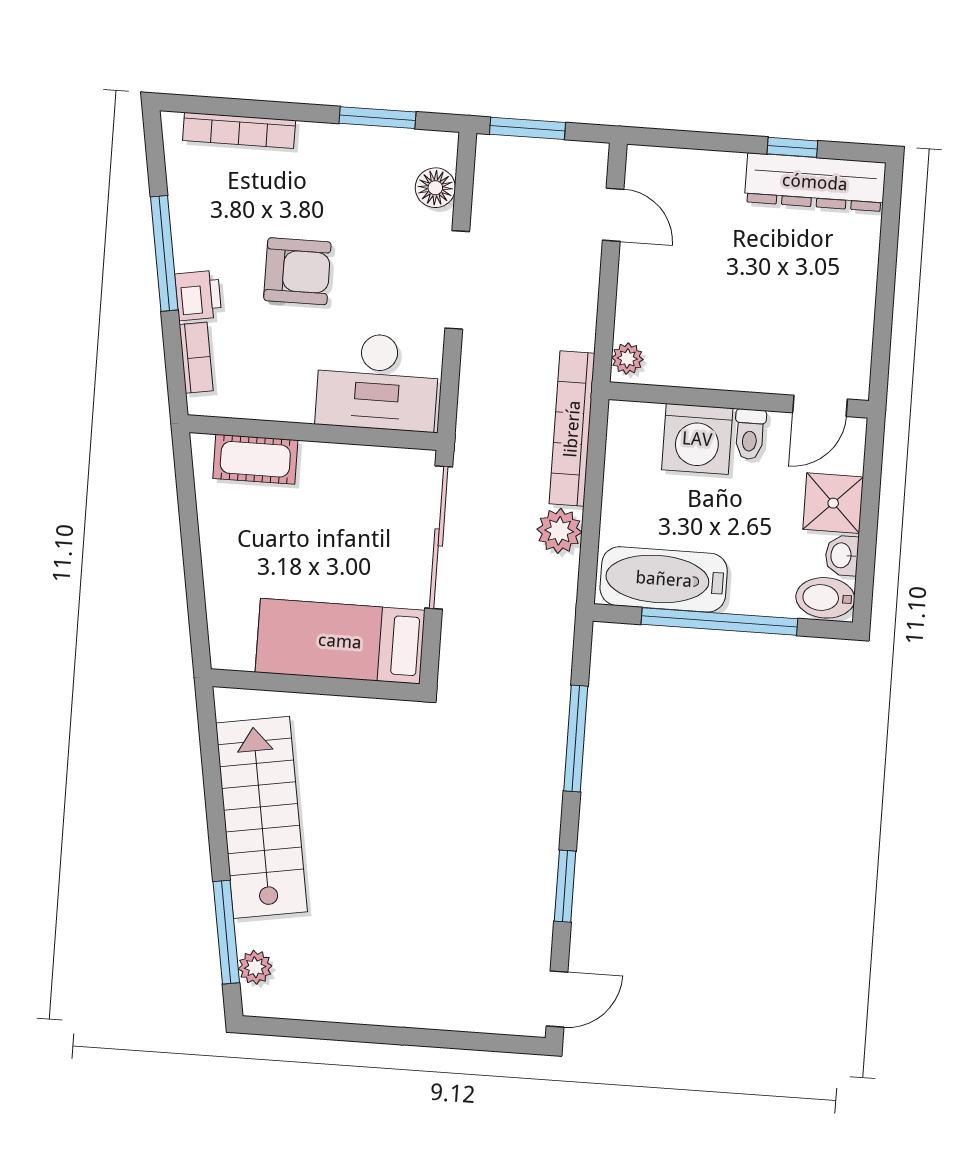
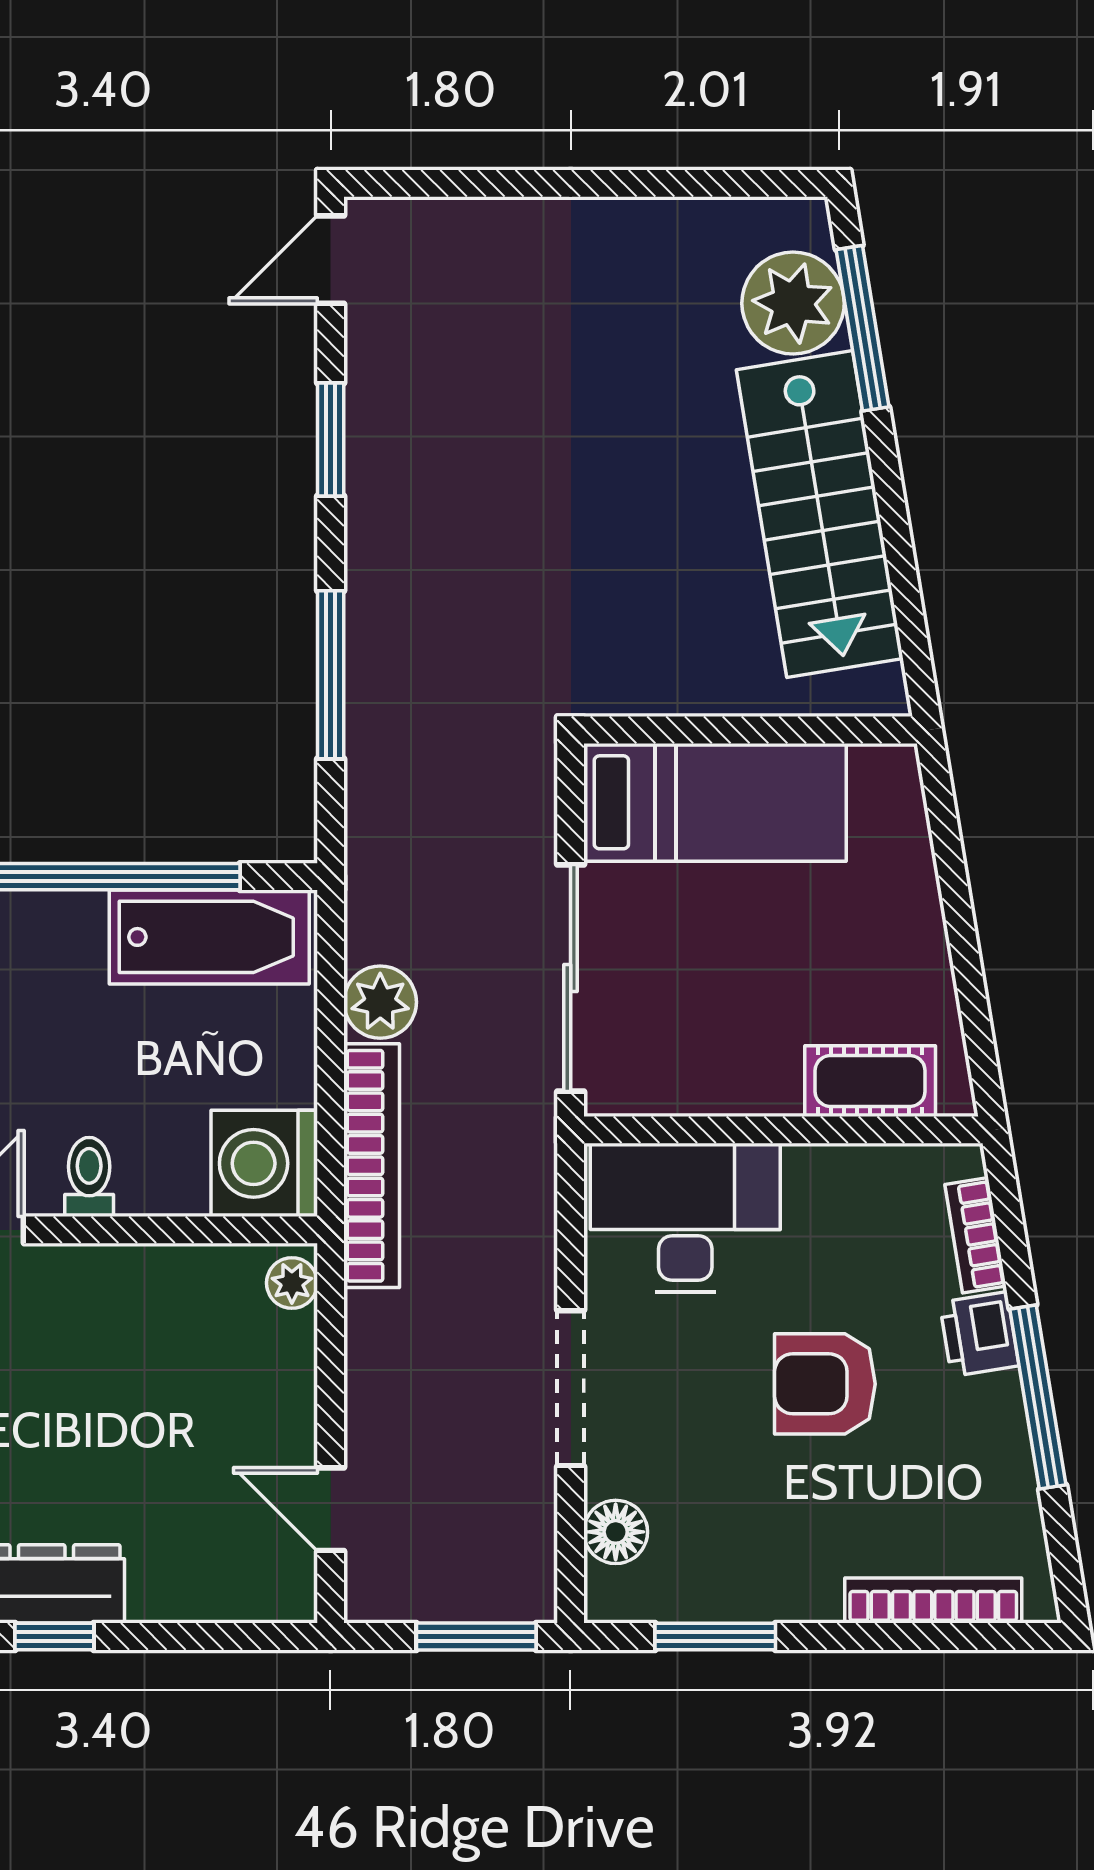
washing machine: (697, 439) -> (264, 1163), moved, turned -90
plant: (255, 967) -> (793, 303), width x1.88, depth x1.88

